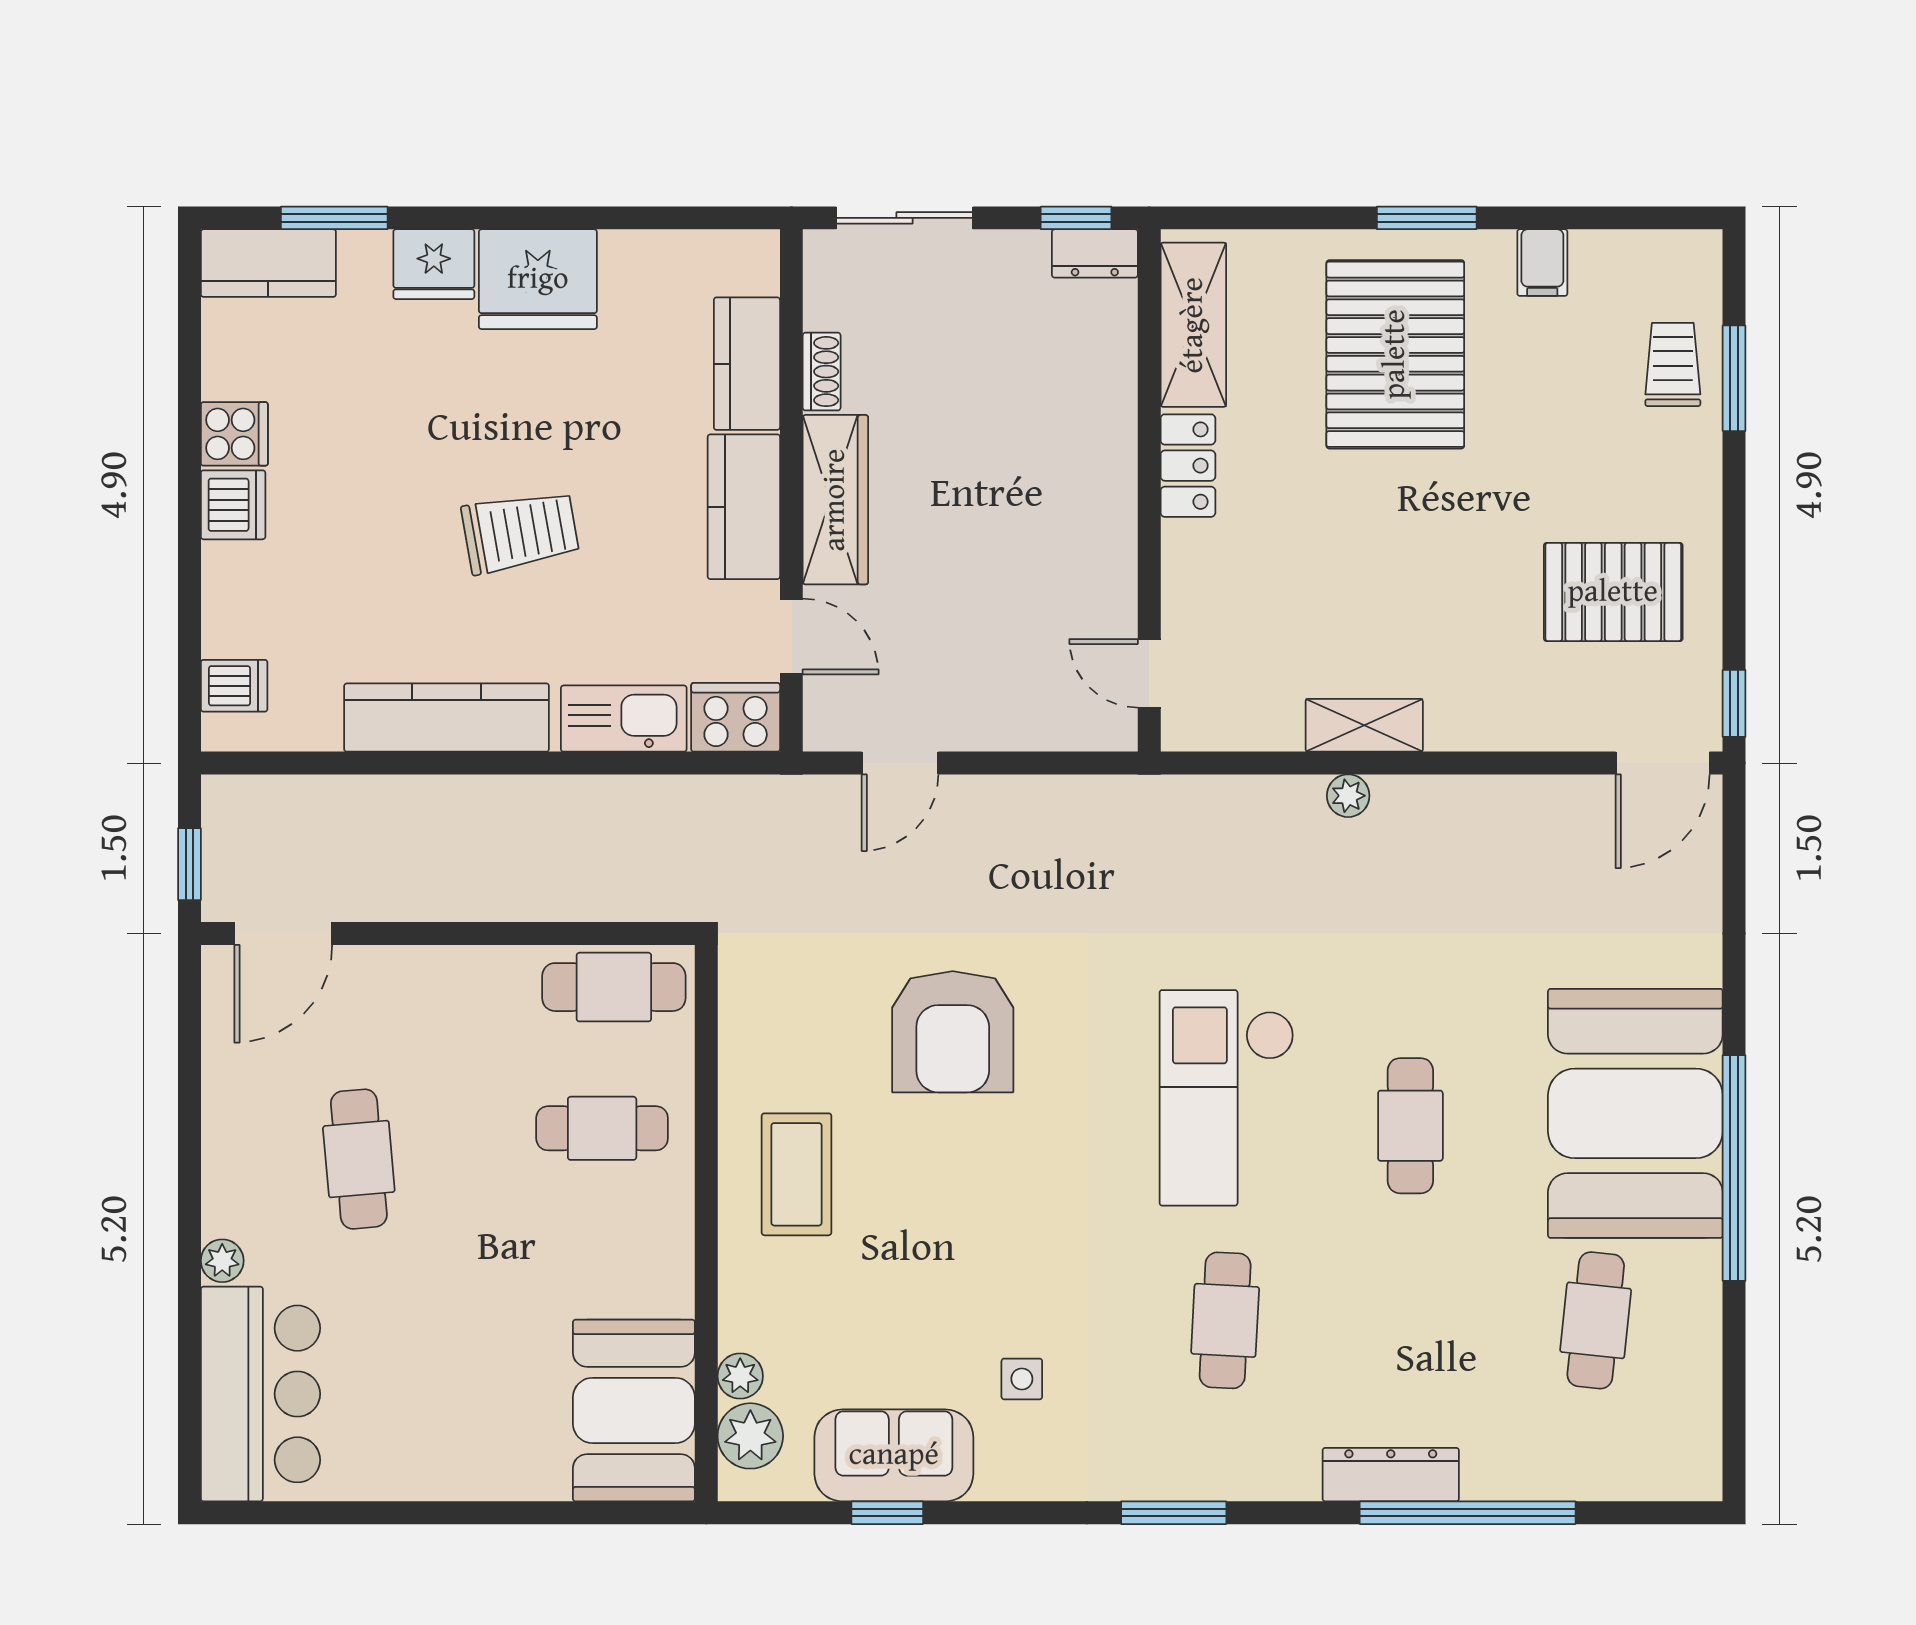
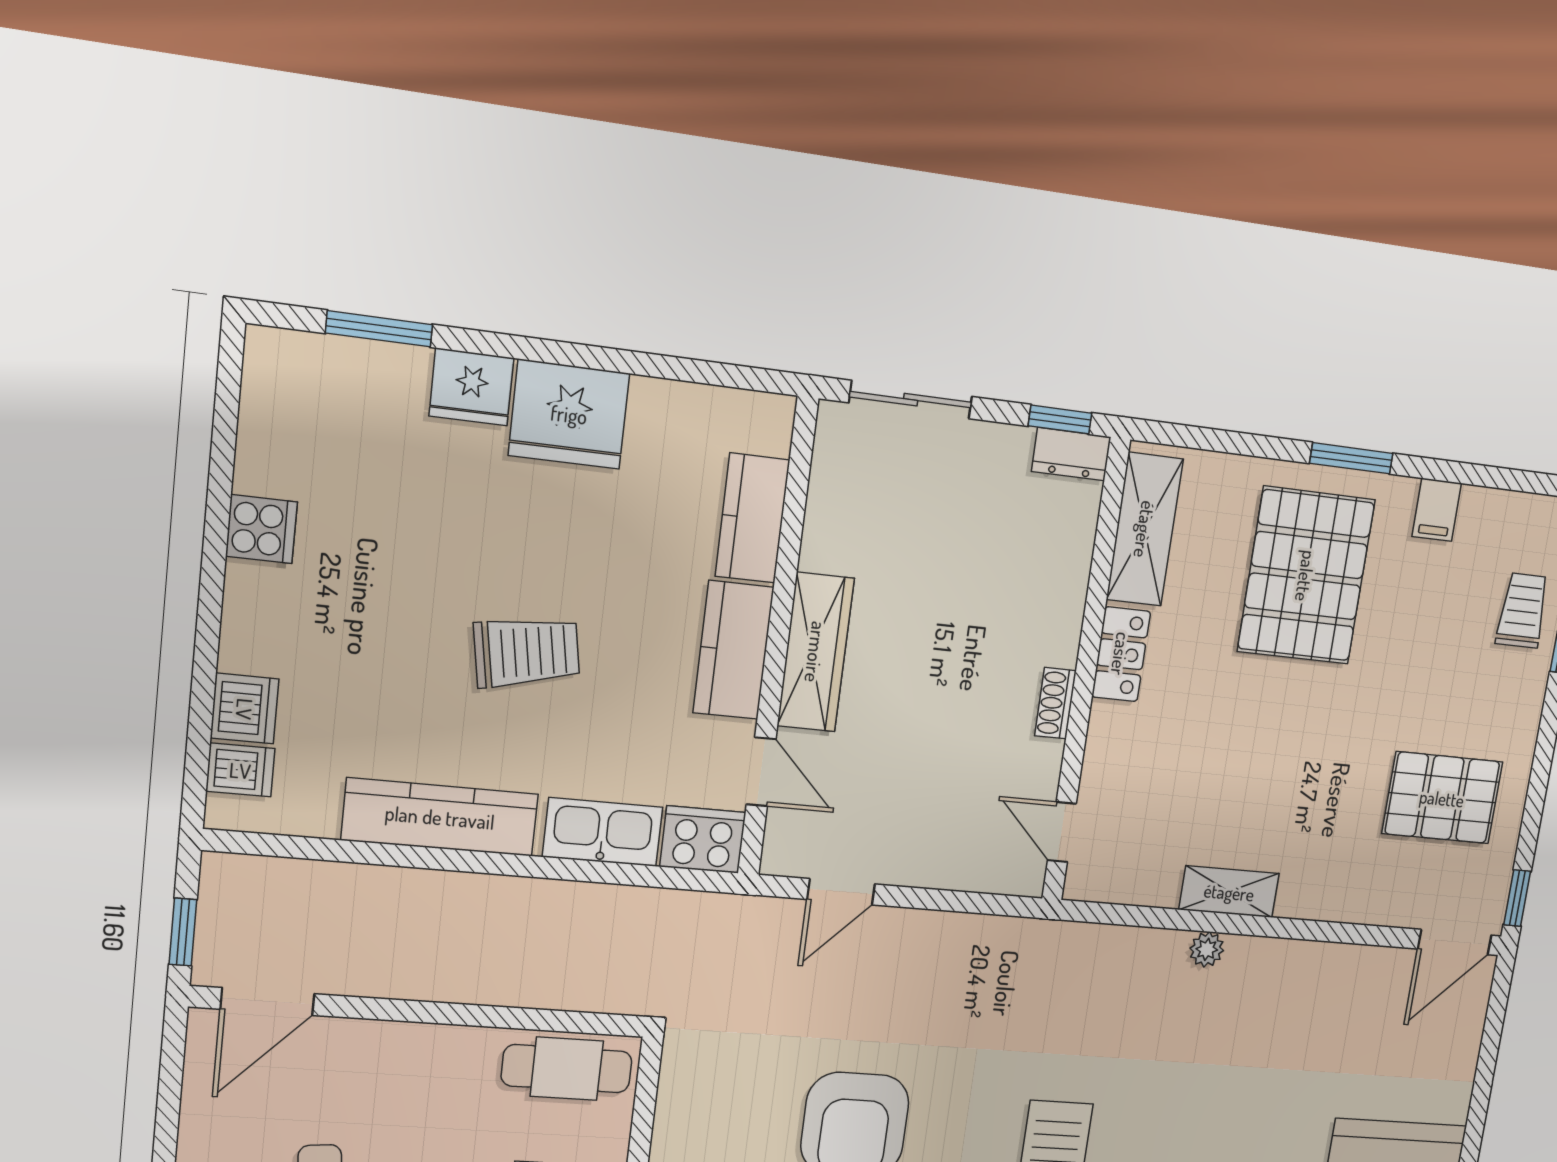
kitchen counter: (268, 263) -> (310, 365), removed
shoe rack: (822, 372) -> (1055, 703), moved, turned 180
dishwasher: (233, 505) -> (245, 709), moved

